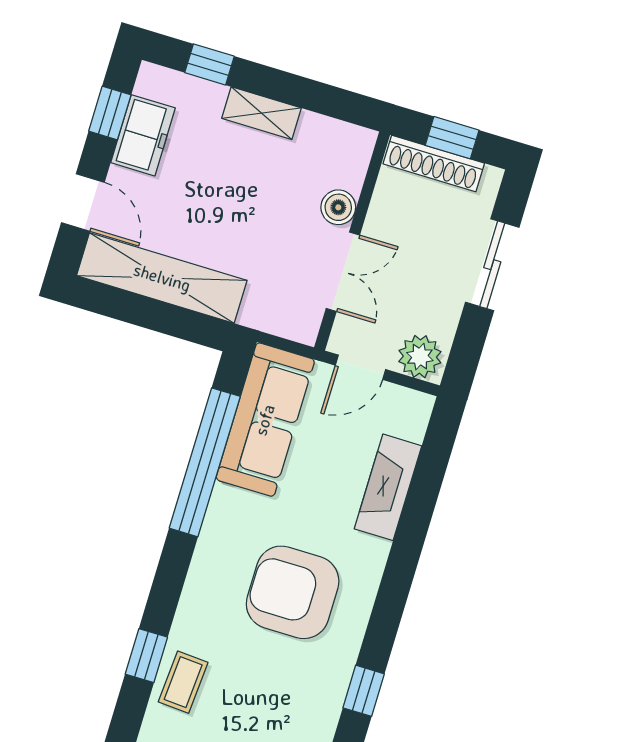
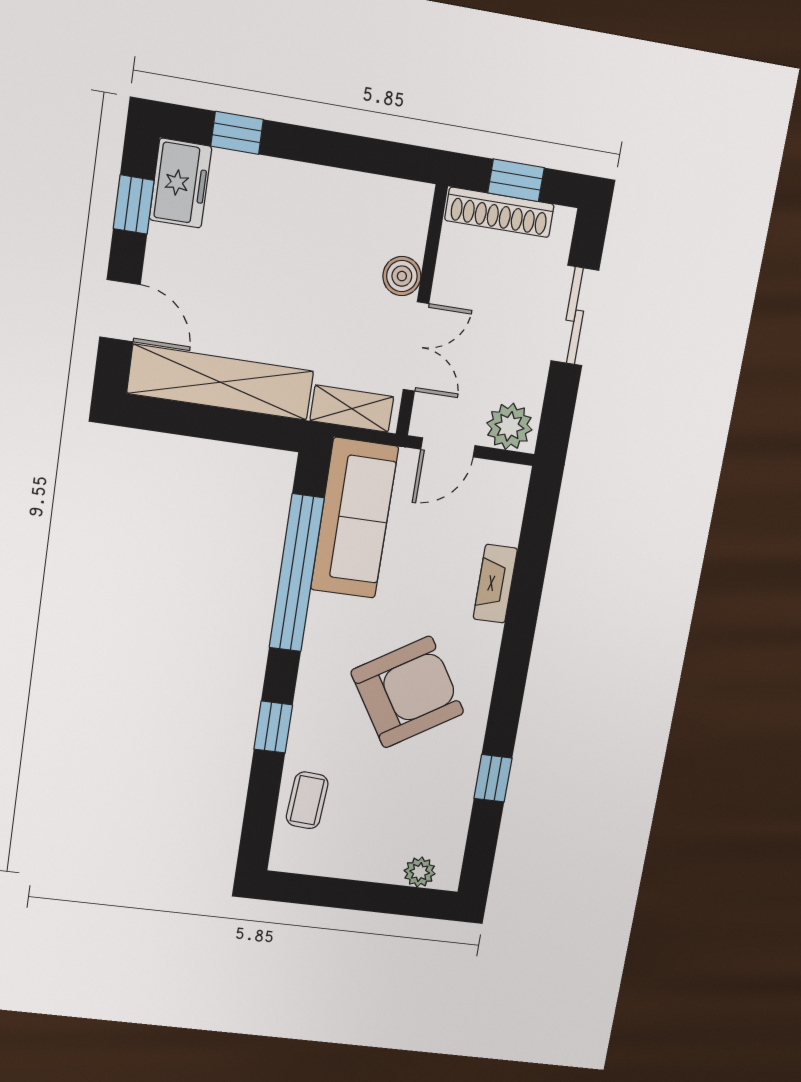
shelving: (262, 113) -> (352, 409), moved
freezer: (143, 135) -> (180, 183), moved
fireplace: (388, 487) -> (495, 584), width x0.73, depth x0.76
armchair: (293, 592) -> (407, 692), turned 148
window: (146, 656) -> (273, 727), moved

